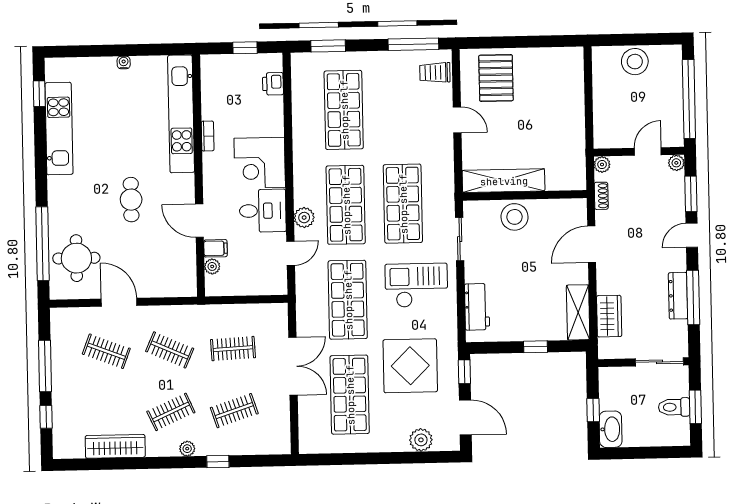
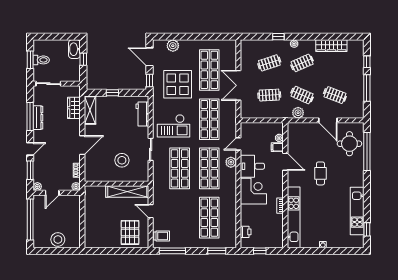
shelving: (504, 181) -> (127, 191), moved
wall: (525, 195) -> (116, 184), moved
plant: (177, 316) -> (298, 113), added

